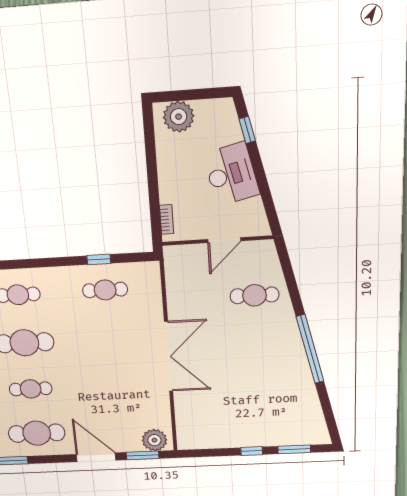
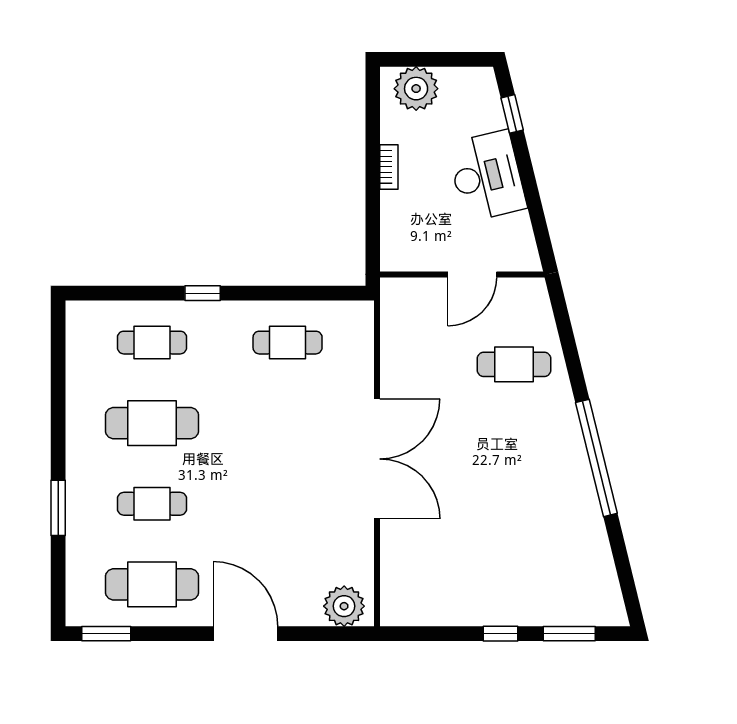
bookcase: (167, 219) -> (389, 167), moved
window: (99, 259) -> (203, 293), moved
window: (143, 455) -> (323, 634), removed

